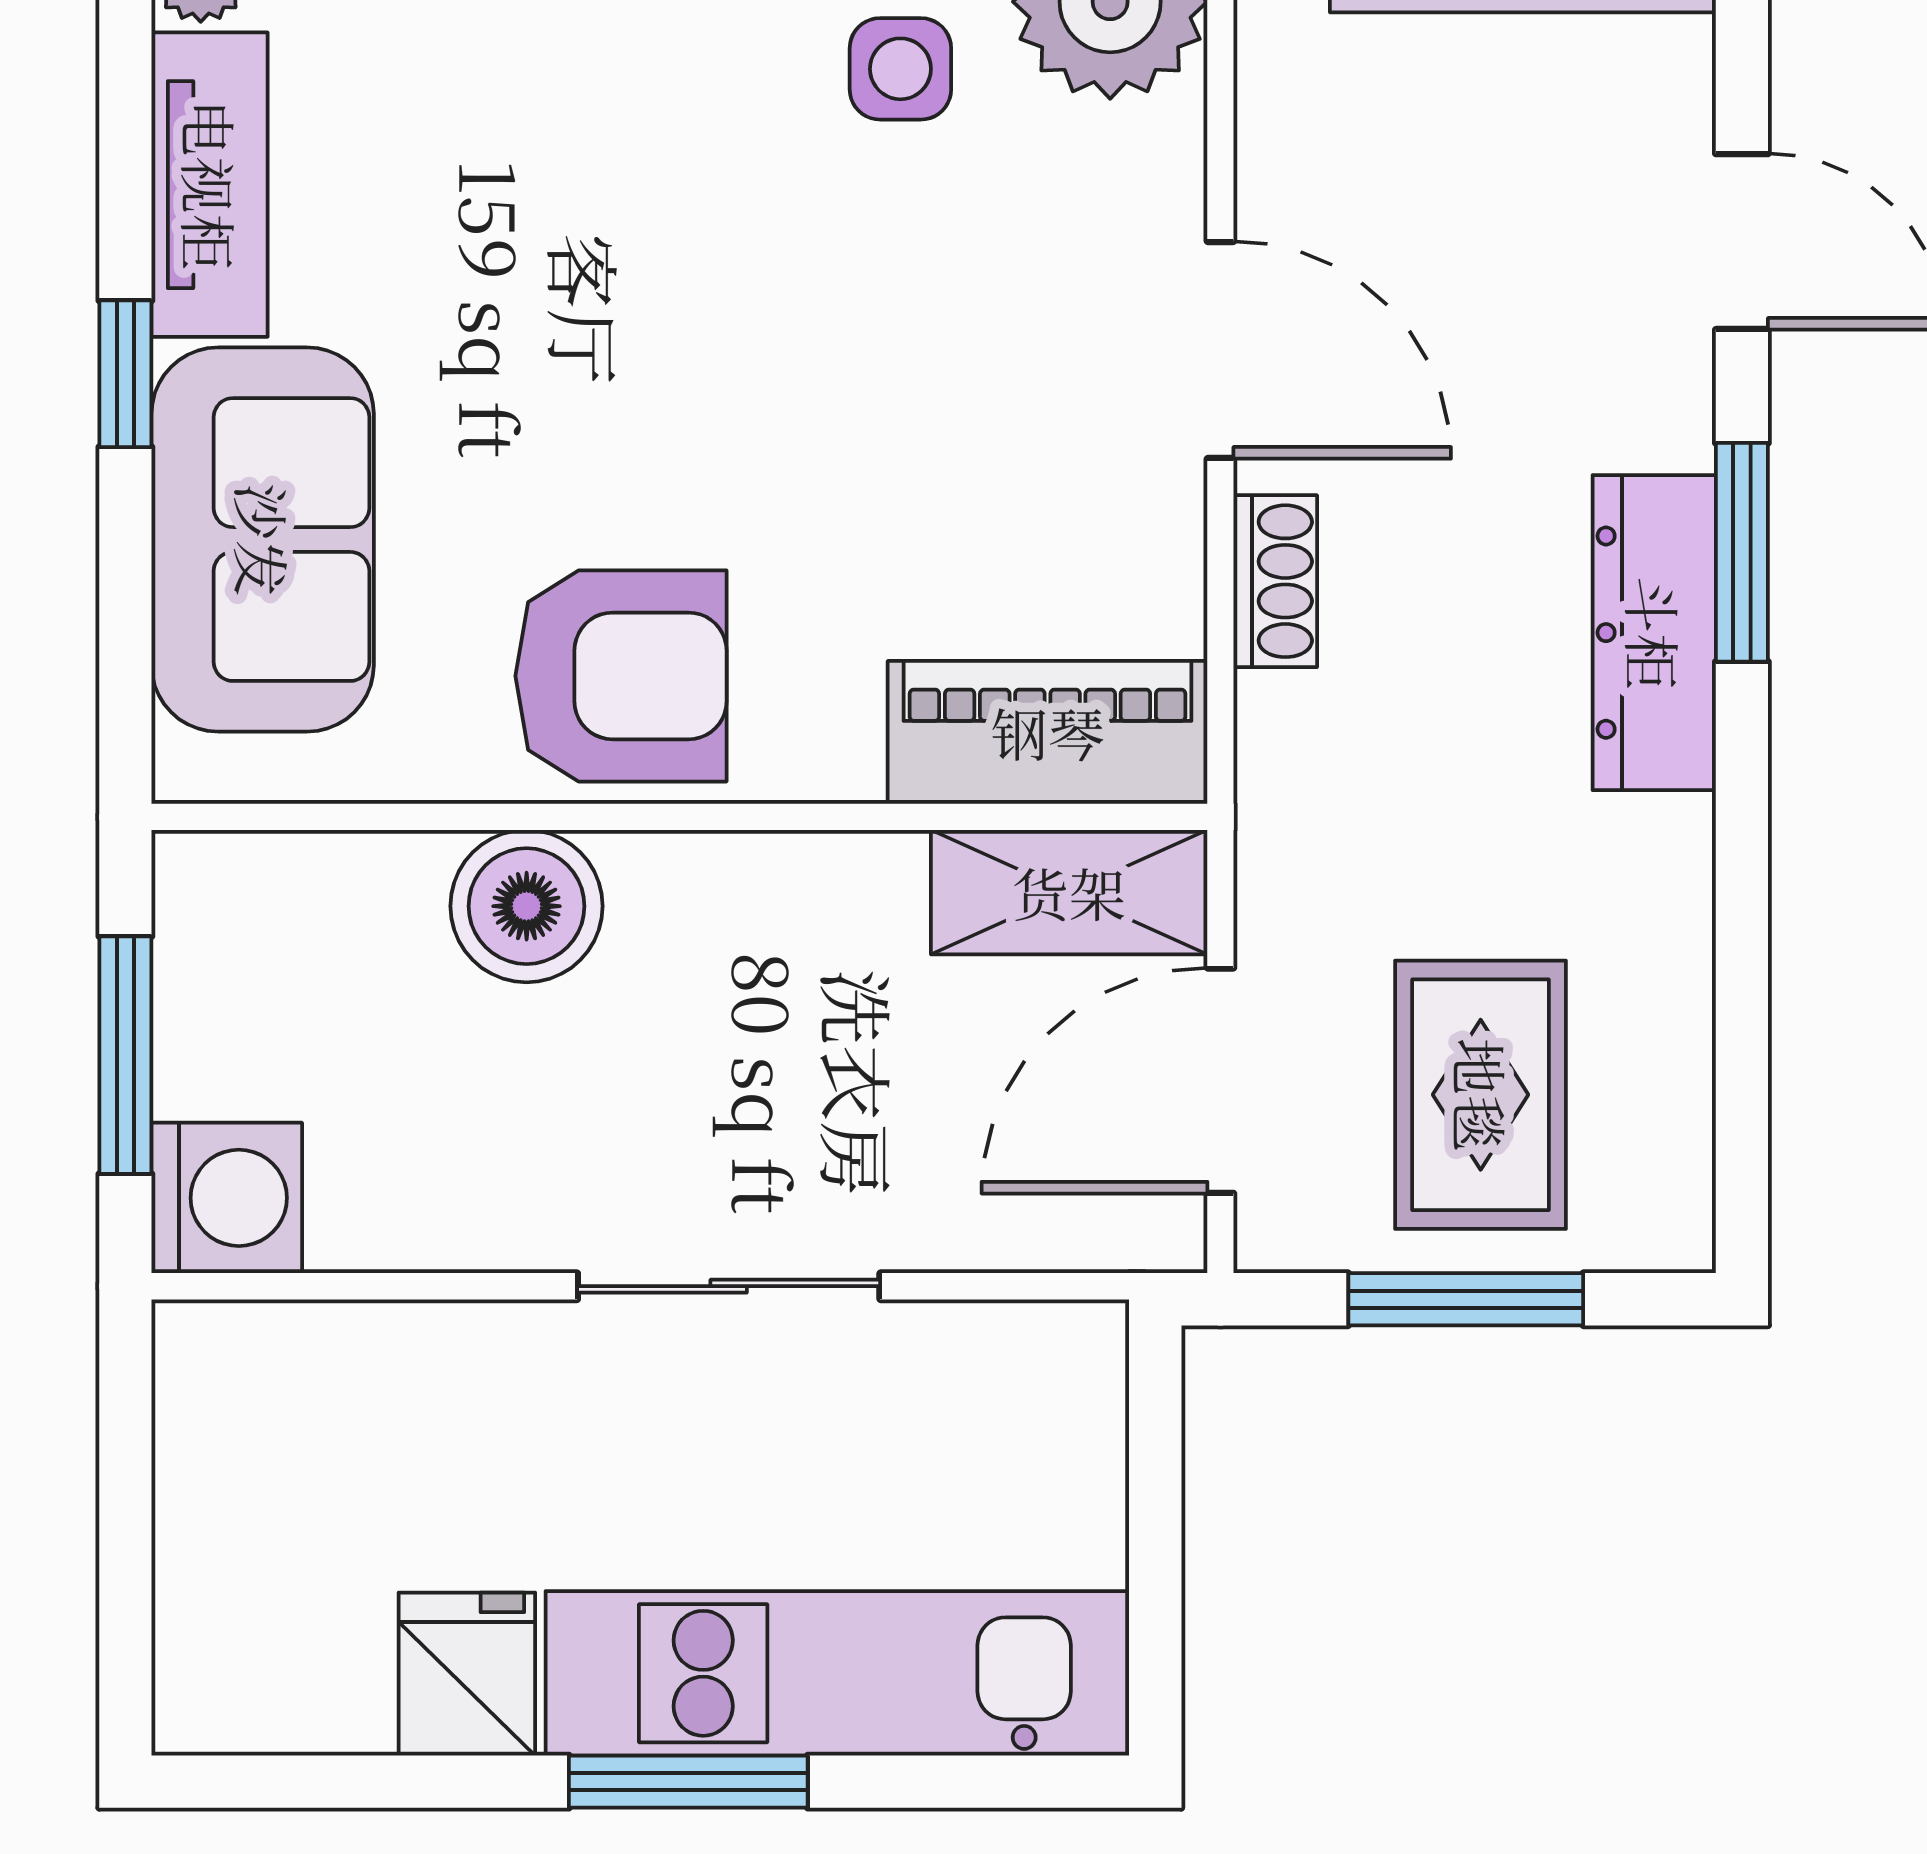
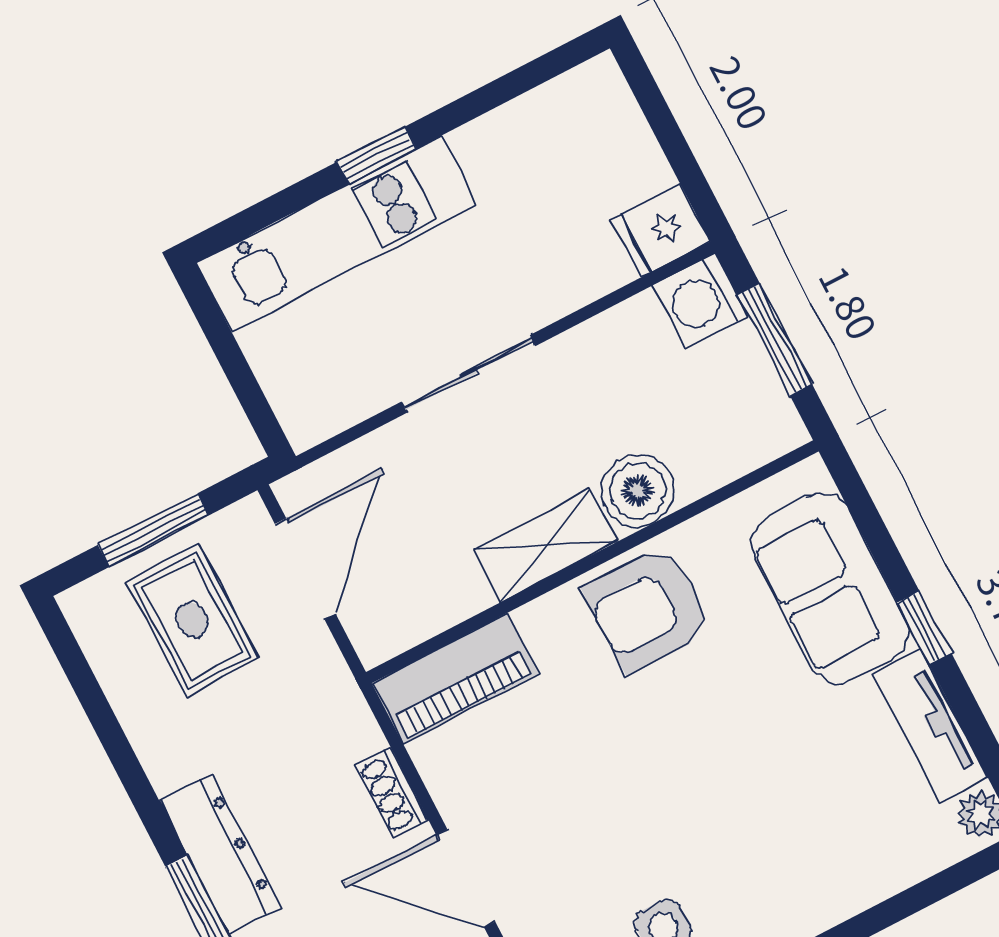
shelving: (1069, 892) -> (545, 546), moved
fridge: (467, 1674) -> (661, 231), moved, turned 90
window: (688, 1782) -> (377, 155), width x0.67

